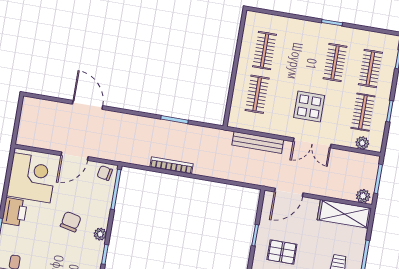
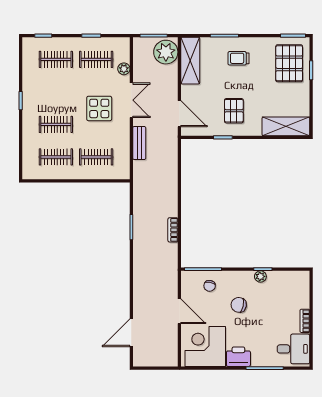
clothes rail: (335, 62) -> (56, 124), moved
door: (88, 105) -> (131, 333), moved
bench: (258, 142) -> (139, 143), width x0.73
plant: (362, 143) -> (124, 69), moved
bookcase: (171, 165) -> (173, 230), width x0.64
chair: (105, 173) -> (210, 286), moved
plant: (363, 196) -> (166, 52), width x1.87, depth x1.87
plant: (100, 234) -> (260, 276), moved

